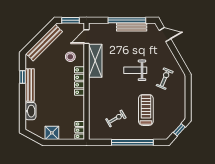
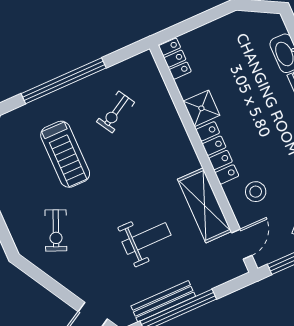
weight bench: (135, 70) -> (146, 238), moved
shower: (52, 133) -> (201, 108), moved

